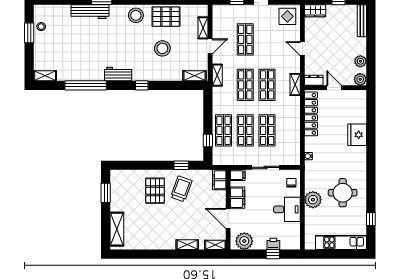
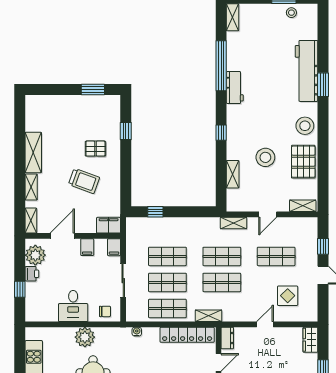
workbench: (90, 12) -> (307, 71), width x1.36, depth x1.32
display table: (287, 16) -> (288, 296), moved
shelving: (203, 28) -> (303, 206), moved
door: (210, 46) -> (268, 214), hinge flipped
workbench: (118, 74) -> (235, 88), moved
shelving: (195, 76) -> (233, 174), moved
shelving: (295, 84) -> (209, 316), moved
shop shelf: (224, 130) -> (167, 308), moved
window: (181, 165) -> (126, 131), moved
trolley: (181, 189) -> (84, 181), moved
pallet: (155, 191) -> (95, 149), width x0.67, depth x0.71
filing cabinet: (238, 198) -> (87, 247), width x0.50
shelving: (117, 229) -> (33, 152), moved, turned 90
printer: (273, 244) -> (32, 274), moved

